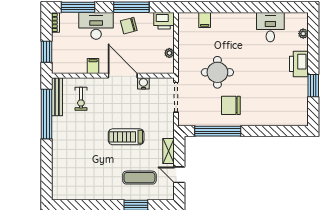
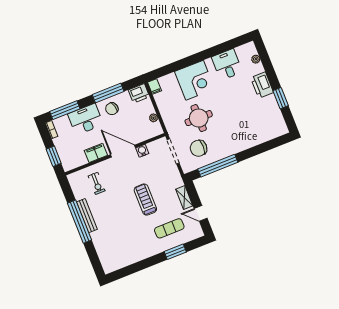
filing cabinet: (205, 20) -> (155, 87), moved
corner desk: (229, 30) -> (195, 80), added
filing cabinet: (93, 66) -> (96, 153), width x2.00
bench: (57, 97) -> (87, 216), moved
chair: (231, 105) -> (199, 148), moved
window: (46, 114) -> (79, 222), moved
treadmill: (126, 137) -> (145, 200), turned 90

